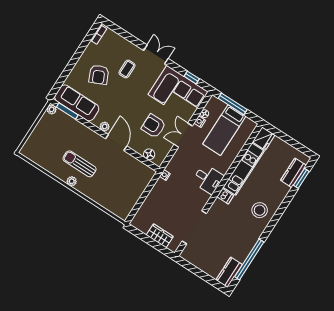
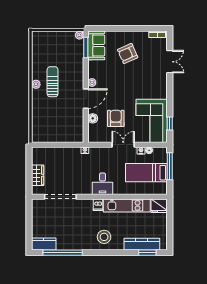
double door: (156, 54) -> (170, 62), moved
coffee table: (127, 69) -> (145, 72), removed
sofa: (77, 103) -> (96, 45), width x0.73
floor lamp: (149, 154) -> (93, 118), moved
kitchen counter: (293, 173) -> (142, 244), width x1.50

